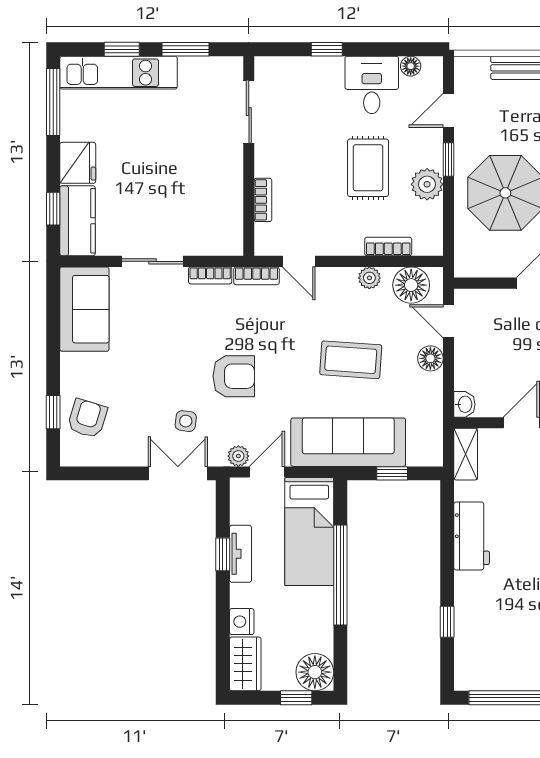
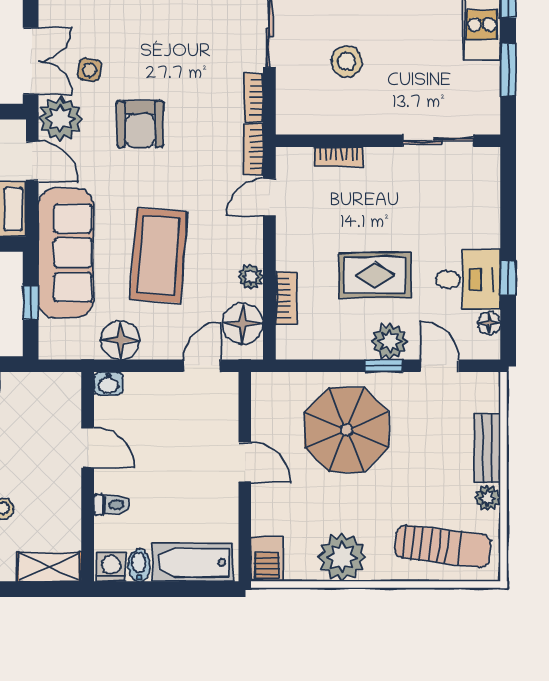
window: (327, 49) -> (508, 278), moved
plant: (427, 184) -> (390, 342), moved
stool: (178, 193) -> (347, 61), added
floor lamp: (430, 358) -> (120, 340), moved, width x1.38, depth x1.38
coffee table: (351, 360) -> (159, 256), width x1.36, depth x1.32
shelving: (466, 454) -> (52, 385), removed
plant: (238, 456) -> (61, 119), width x1.88, depth x1.88

